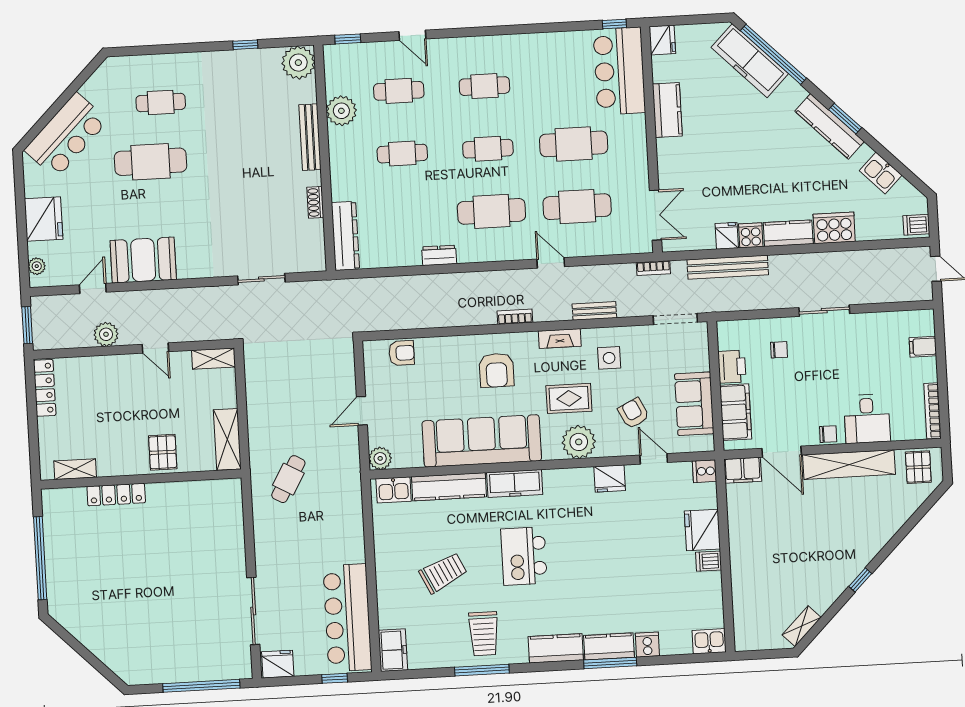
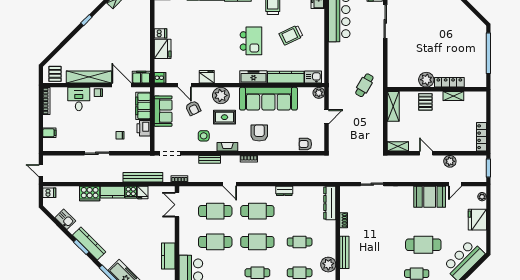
cafe table: (488, 149) -> (257, 242), width x1.37, depth x1.35
shelving: (75, 469) -> (453, 96), moved
plant: (163, 497) -> (426, 80), added

